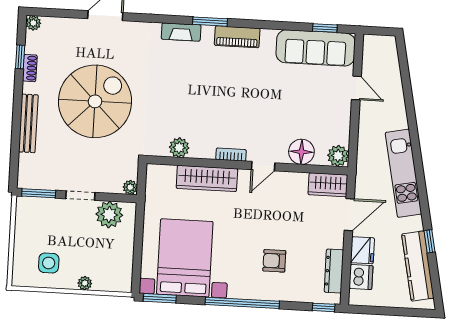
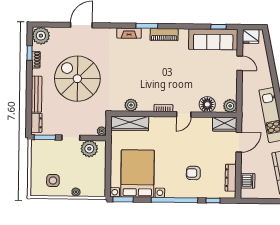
plant: (33, 23) -> (41, 36), width x1.88, depth x1.88
spiral stairs: (95, 101) -> (77, 79), turned -90
dresser: (26, 169) -> (36, 123), added
wardrobe: (207, 178) -> (130, 123), moved
fridge: (362, 250) -> (251, 37), moved, turned 90
window: (324, 307) -> (213, 200), moved

